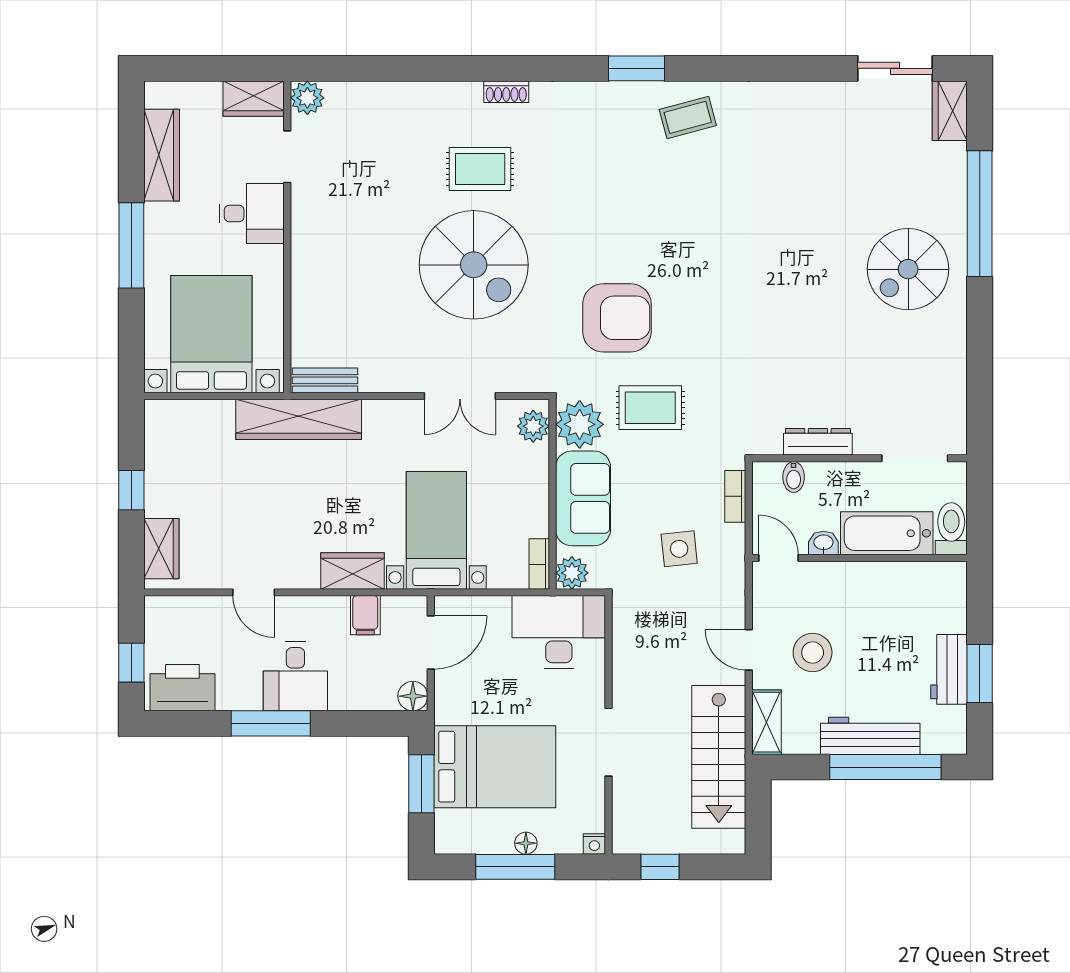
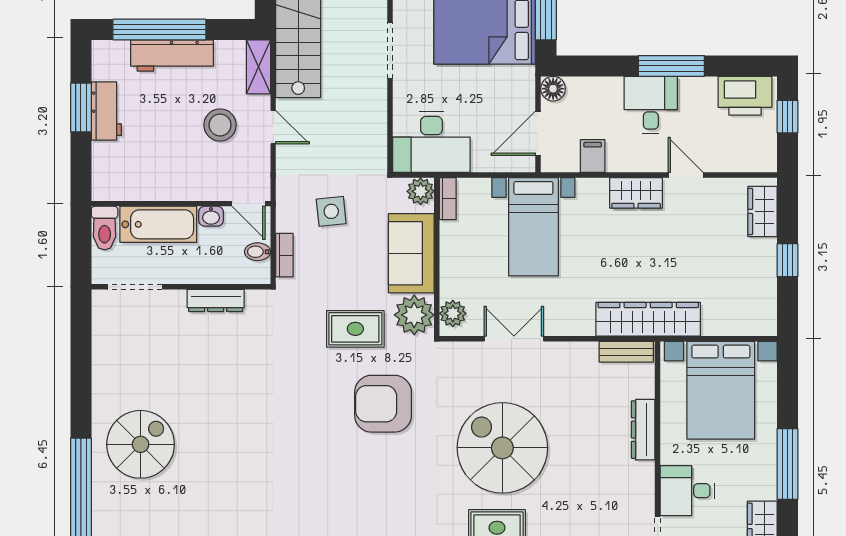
dresser: (305, 287) -> (643, 430), added
bidet: (794, 477) -> (258, 252), moved, turned -90
wardrobe: (352, 571) -> (636, 193), moved

